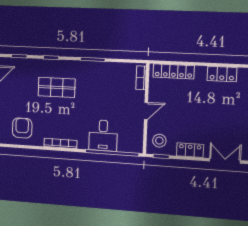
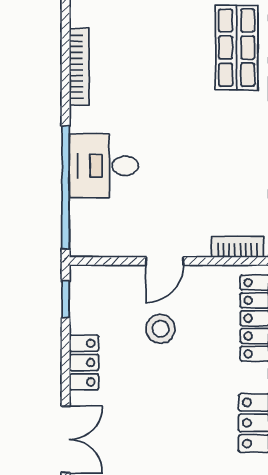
shop shelf: (57, 87) -> (237, 48), moved
door: (146, 111) -> (165, 261), hinge flipped
stool: (159, 141) -> (160, 329), moved

